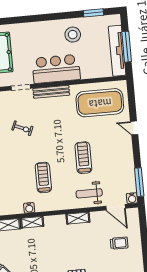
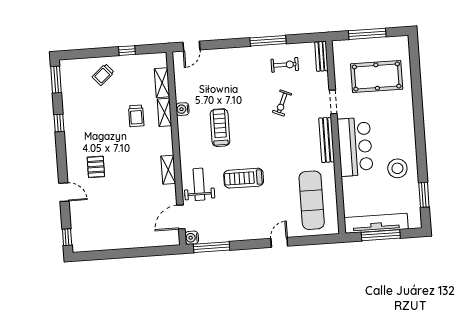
exercise mat: (100, 103) -> (312, 200), width x0.68
treadmill: (83, 158) -> (244, 178), turned 180
treadmill: (43, 177) -> (220, 128), turned -90
trolley: (119, 243) -> (136, 116), moved

